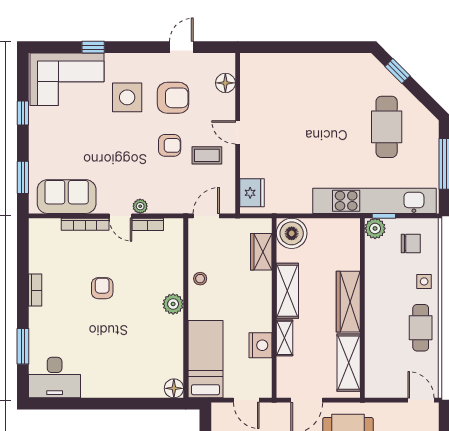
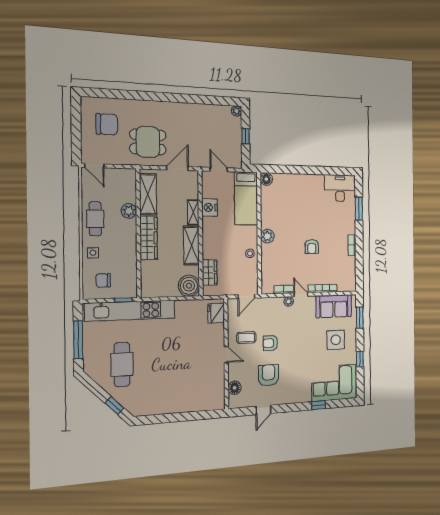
side table: (127, 97) -> (336, 340), moved
armchair: (173, 98) -> (268, 375), turned 90
plant: (375, 228) -> (129, 211), moved

